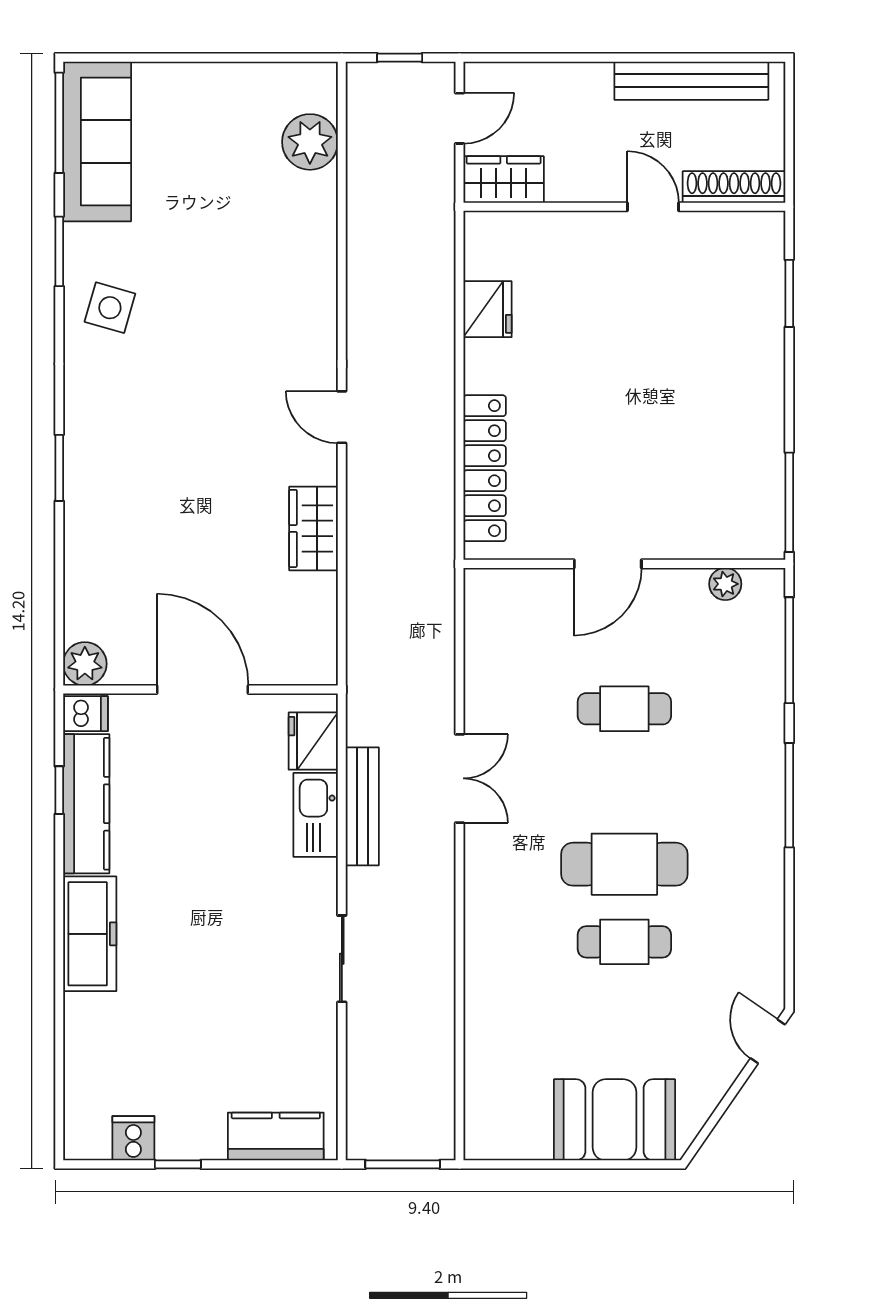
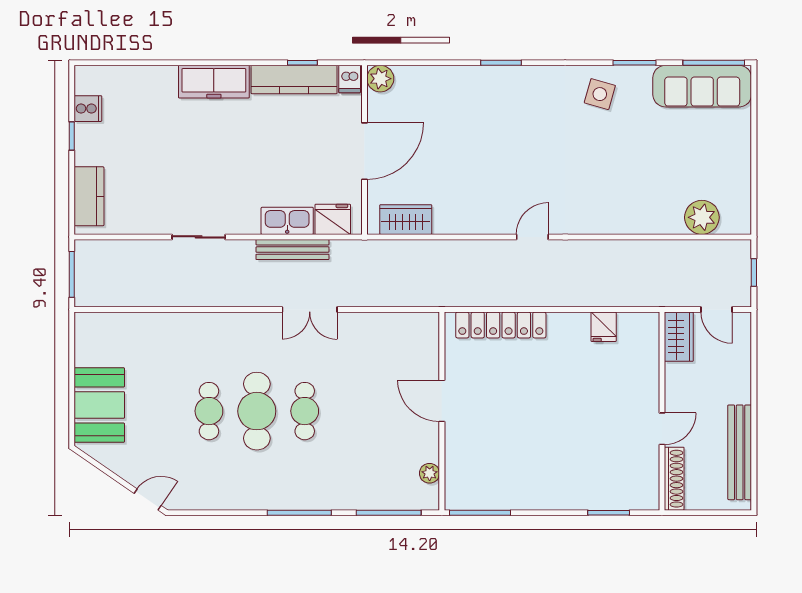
fridge: (488, 309) -> (604, 327), width x0.72
wardrobe: (314, 528) -> (406, 220), moved
cafe table: (624, 709) -> (305, 411), moved

